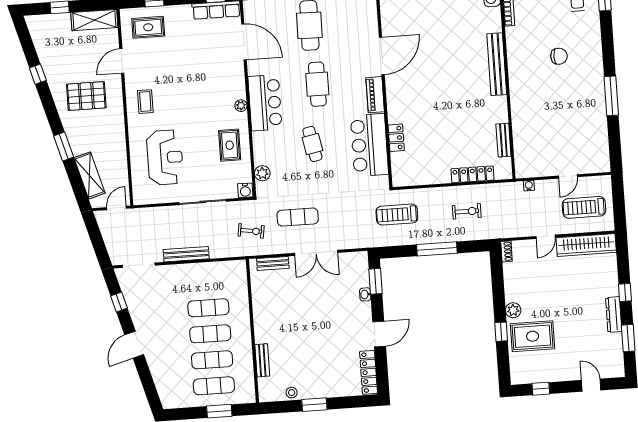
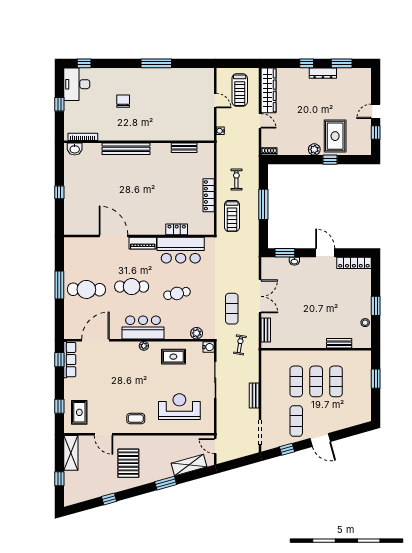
locker: (473, 174) -> (209, 195), moved
treadmill: (397, 215) -> (232, 216), moved
bench: (186, 254) -> (254, 396), width x0.73
door: (591, 385) -> (376, 111), moved
exercise mat: (214, 386) -> (296, 421), moved

